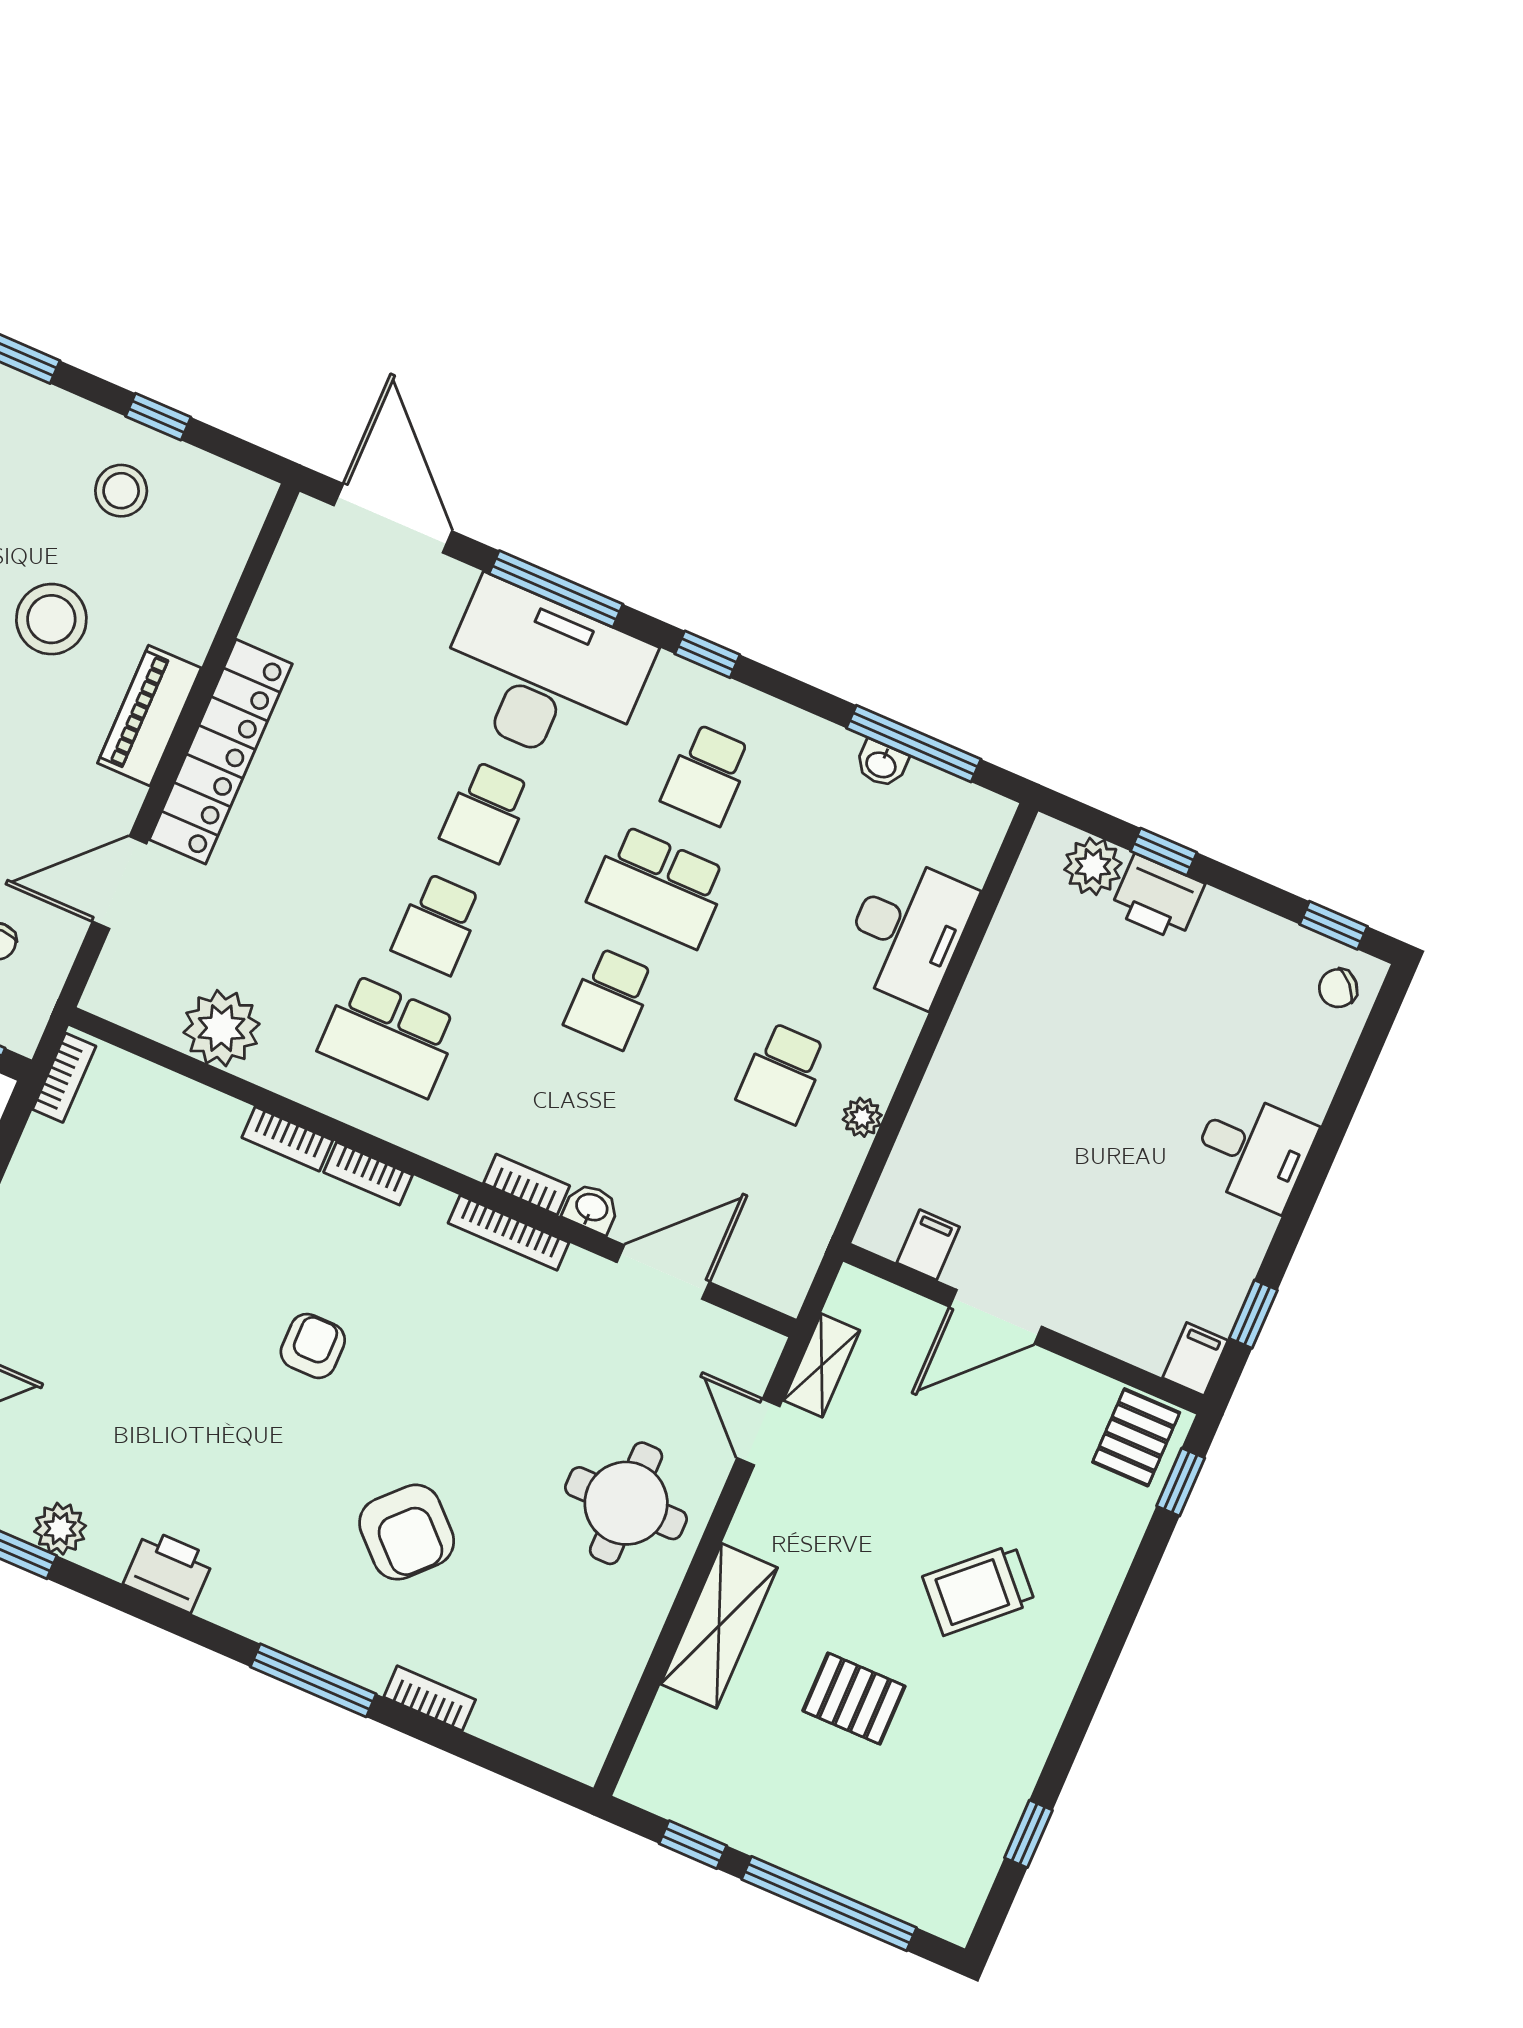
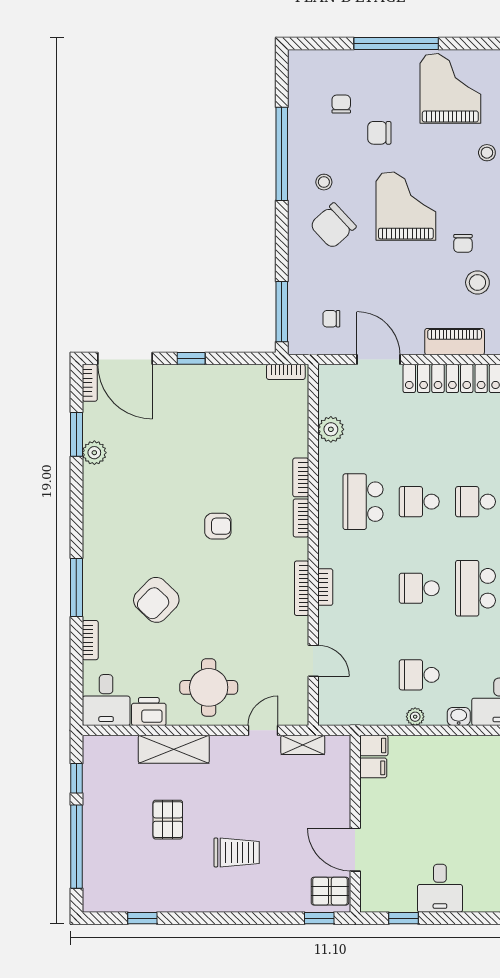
stool: (51, 619) -> (477, 282), width x0.73, depth x0.73
plant: (221, 1028) -> (331, 429), width x0.73, depth x0.73
desk: (1253, 1151) -> (440, 888), moved
washbasin: (591, 1208) -> (459, 716), moved, turned -90
door: (663, 1272) -> (313, 661), width x0.73
door: (996, 1317) -> (355, 850), moved
filing cabinet: (1195, 1359) -> (374, 746), moved
printer: (169, 1571) -> (149, 712), moved, turned -90
trolley: (979, 1590) -> (237, 852), turned 133
desk: (563, 1718) -> (106, 700), added

